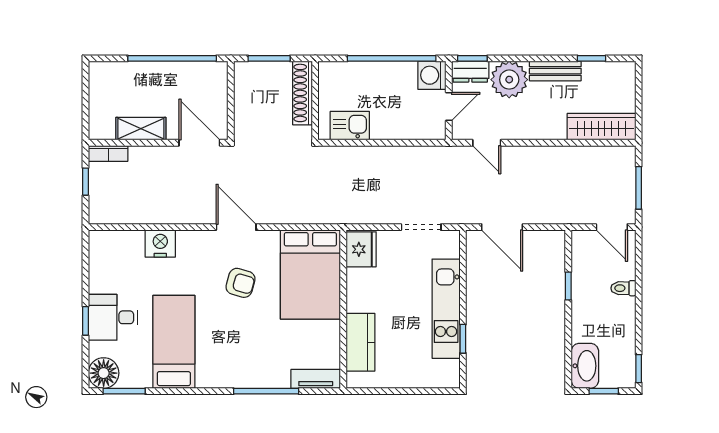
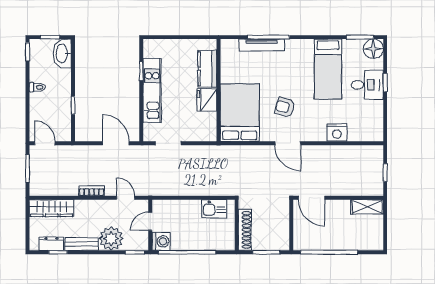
dresser: (470, 72) -> (51, 244), moved
shelving: (141, 129) -> (367, 207), moved
bookcase: (108, 153) -> (92, 191), moved
fridge: (361, 249) -> (207, 100), moved
toilet: (623, 288) -> (37, 87), moved
tv unit: (316, 379) -> (262, 45), moved, width x1.41

